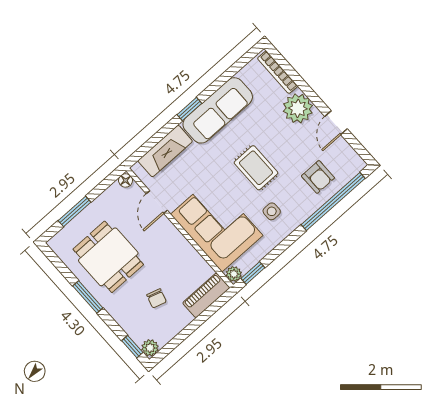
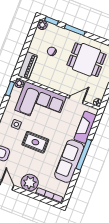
window: (189, 109) -> (84, 155), width x2.17
door: (157, 202) -> (76, 100), hinge flipped
window: (88, 297) -> (75, 30), moved

